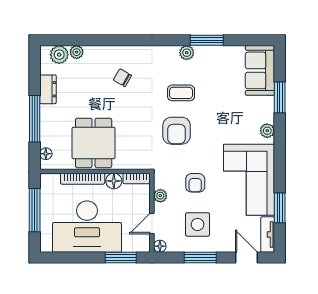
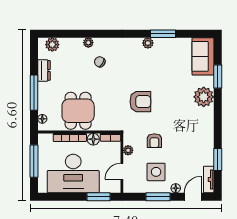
plant: (77, 52) -> (88, 43), moved
coffee table: (181, 93) -> (144, 73), removed
armchair: (177, 131) -> (140, 102), turned -90
plant: (267, 131) -> (204, 97), width x1.88, depth x1.88
corner sofa: (249, 180) -> (195, 138), removed
floor lamp: (160, 246) -> (176, 188), moved
door: (246, 258) -> (193, 197), hinge flipped

